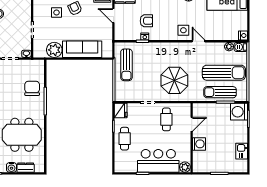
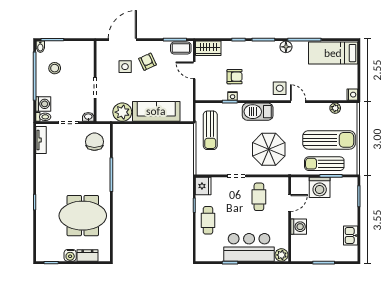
barbecue: (241, 47) -> (258, 112), moved, width x1.88, depth x1.53
chair: (32, 88) -> (94, 142), moved
washing machine: (239, 112) -> (320, 187), moved, turned -90

